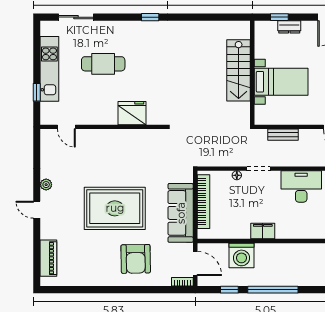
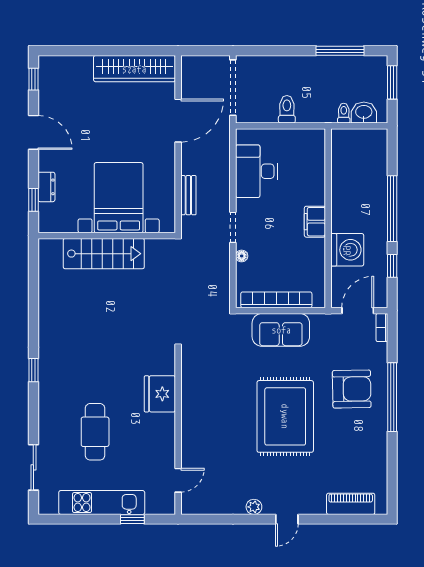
bed with nightstands: (281, 82) -> (119, 198), width x1.36
sofa: (181, 213) -> (281, 330), width x0.73
window: (129, 290) -> (392, 397), added

